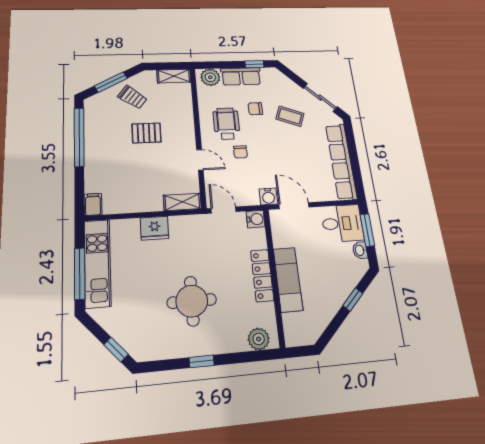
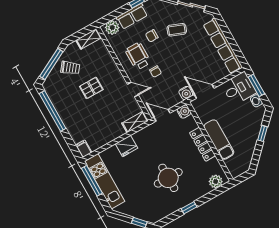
window: (111, 82) -> (51, 64), width x1.44
window: (80, 273) -> (92, 181), moved

